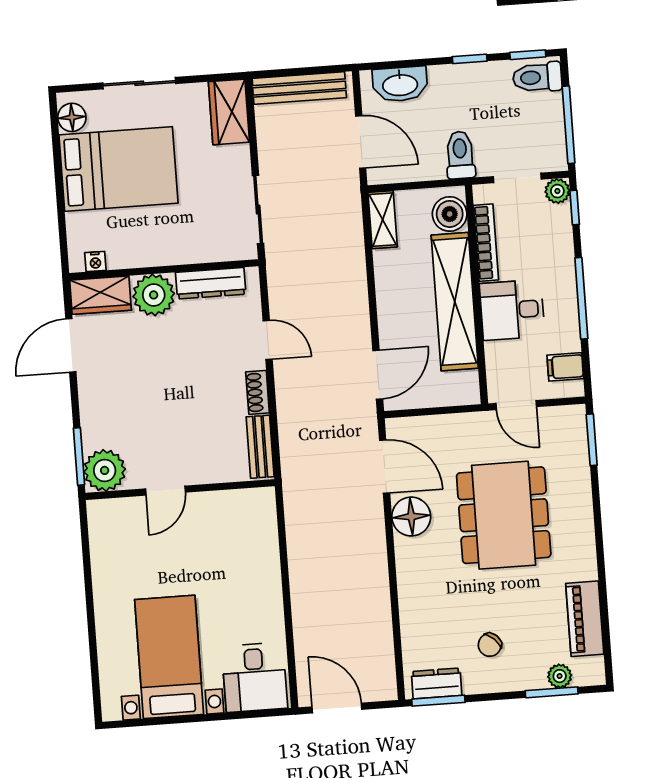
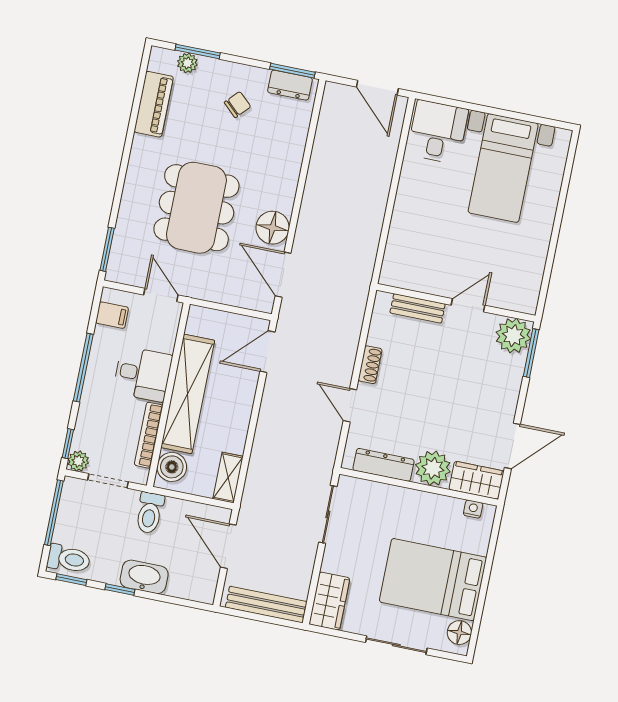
washbasin: (400, 84) -> (144, 577), moved
bench: (260, 447) -> (418, 308), moved, turned 90

